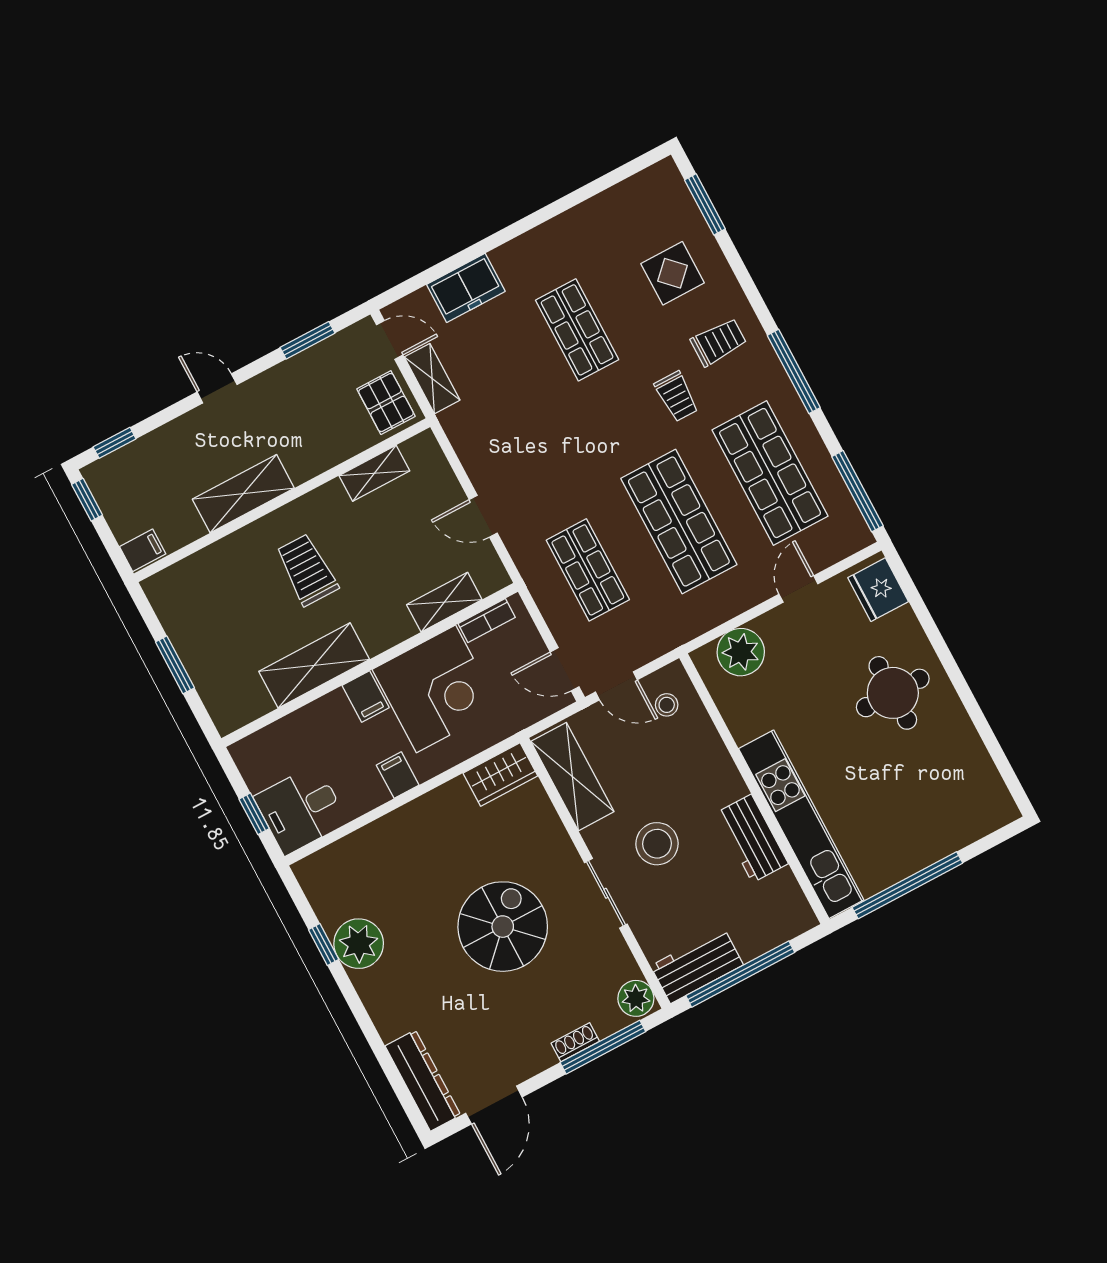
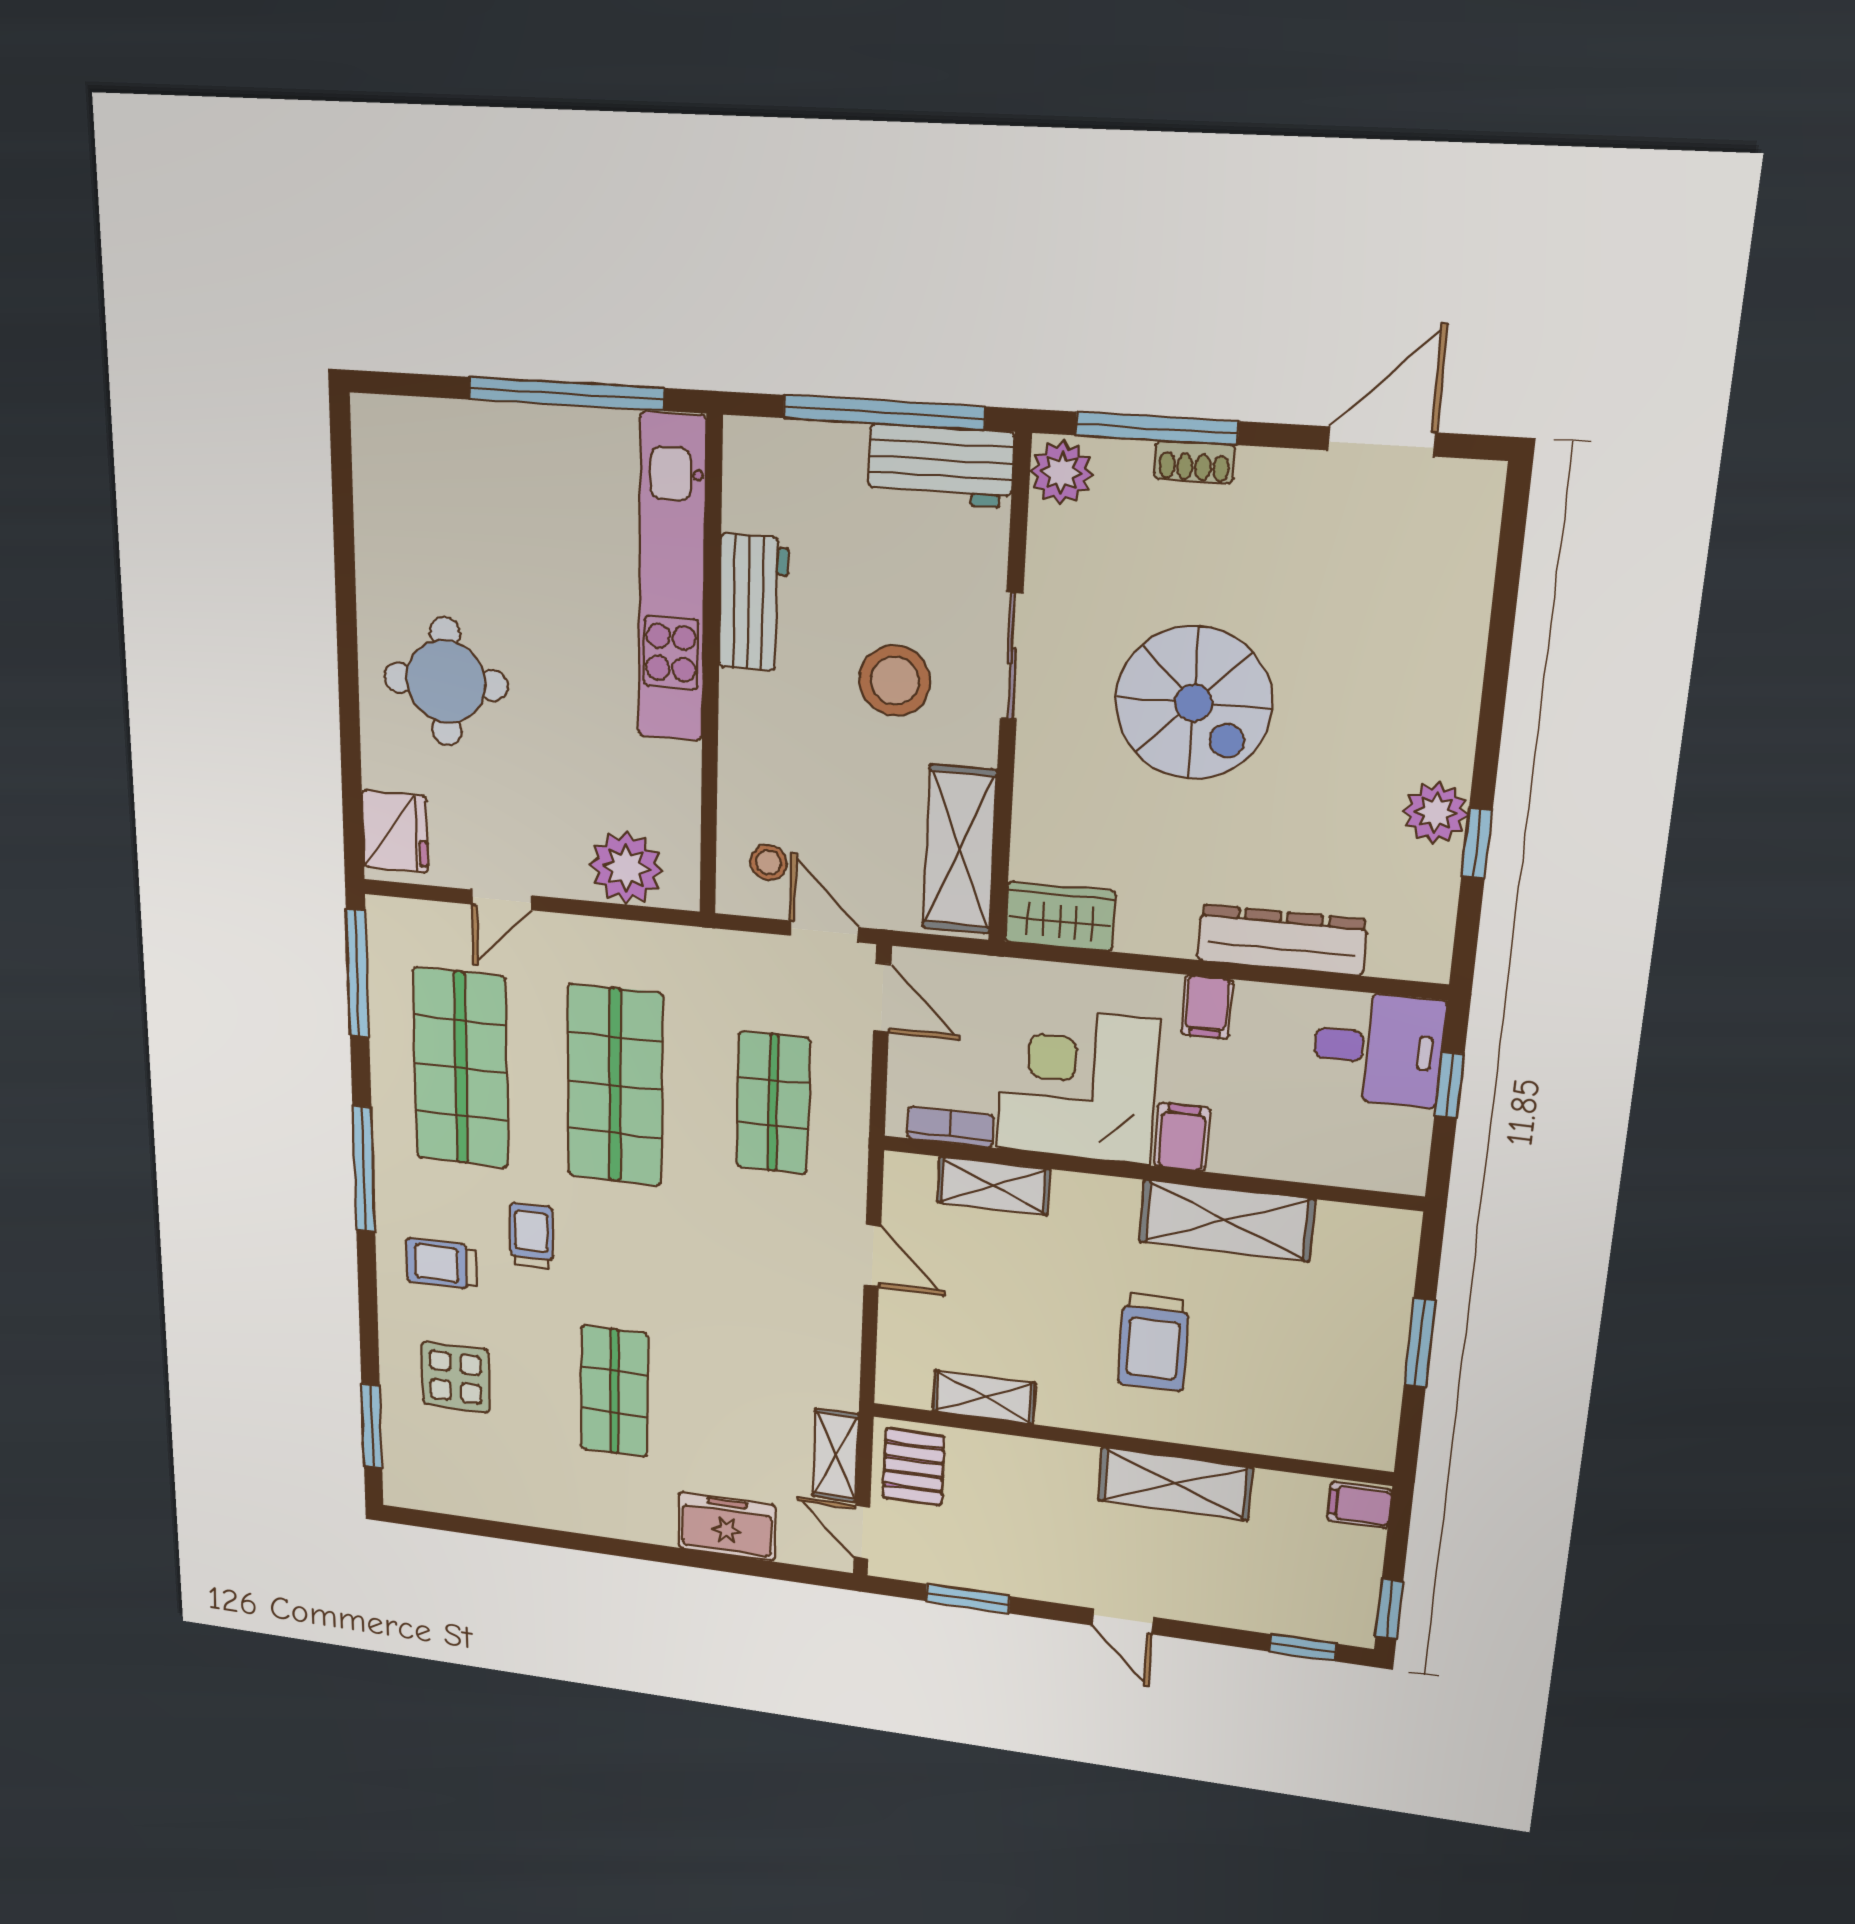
spiral stairs: (503, 927) -> (1194, 703), turned -90
plant: (359, 944) -> (1436, 813), width x0.73, depth x0.73
dresser: (423, 1080) -> (1282, 940), moved, turned 90

